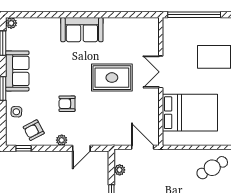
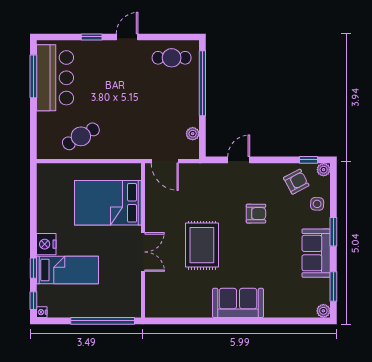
rug: (112, 78) -> (202, 245), turned 90
plant: (62, 140) -> (324, 170), moved

